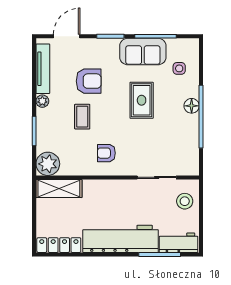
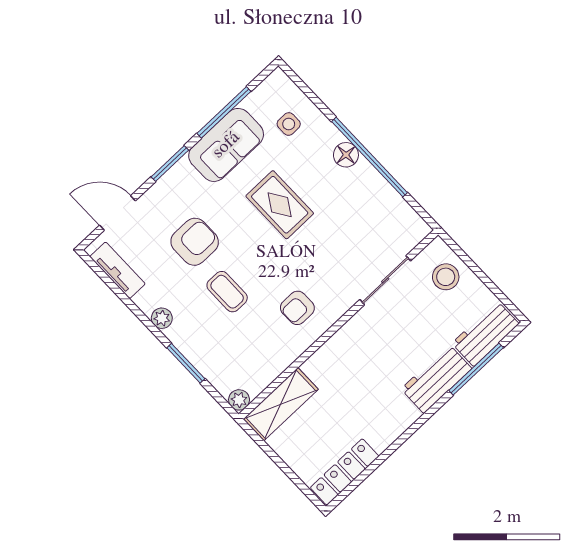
door: (67, 36) -> (117, 213), hinge flipped
tv unit: (43, 69) -> (117, 270), width x0.71
plant: (48, 164) -> (239, 400), width x0.53, depth x0.53
workbench: (121, 239) -> (436, 379), width x0.53, depth x0.76

